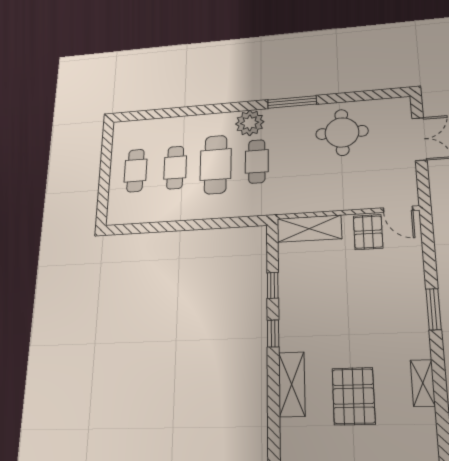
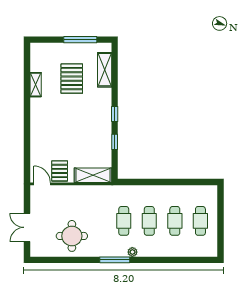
window: (292, 102) -> (115, 260), moved
plant: (250, 123) -> (132, 252), width x0.53, depth x0.53
cafe table: (216, 164) -> (149, 221), width x0.73, depth x0.74
window: (433, 309) -> (27, 124), removed
shelving: (292, 384) -> (105, 70), moved

